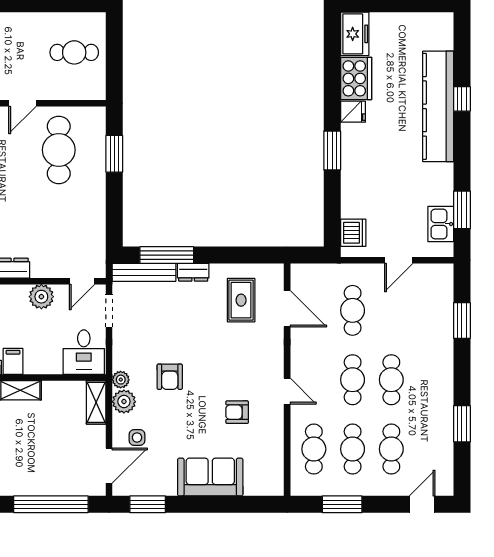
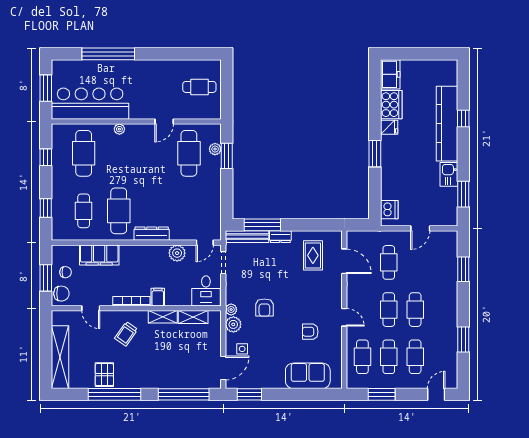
plant: (97, 144) -> (215, 149), added
kitchen sink: (441, 224) -> (449, 174), moved
shelving: (96, 402) -> (193, 317), moved, turned 90
sofa: (210, 477) -> (308, 376), moved

